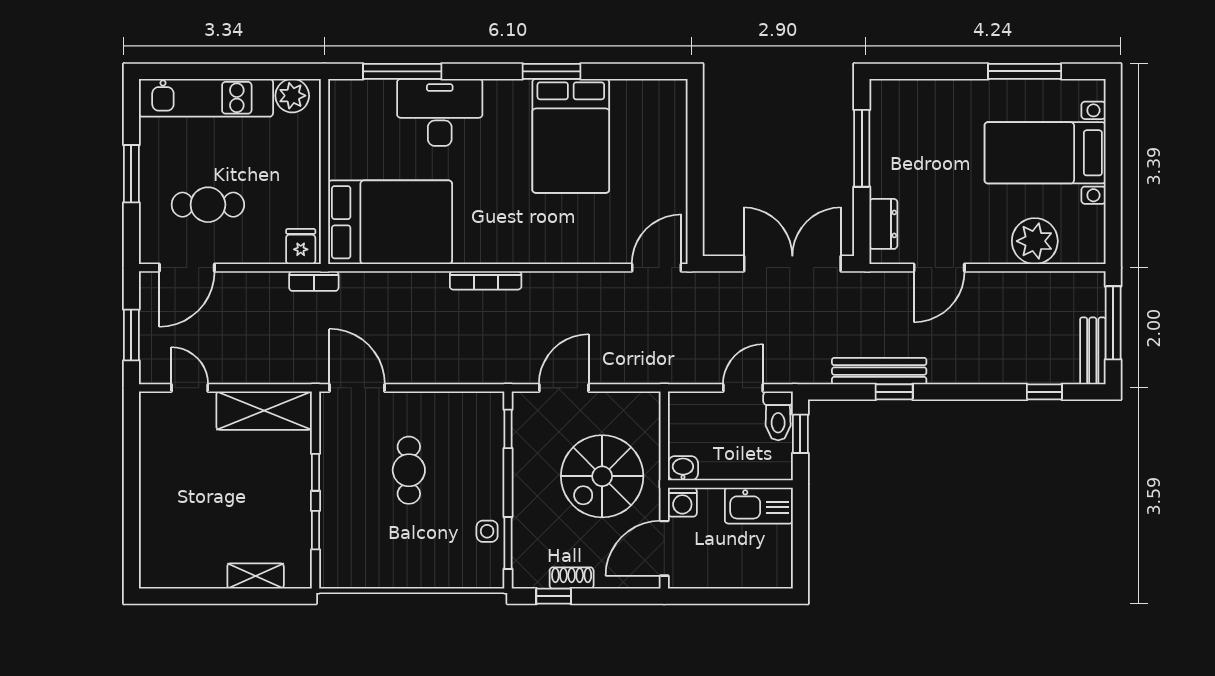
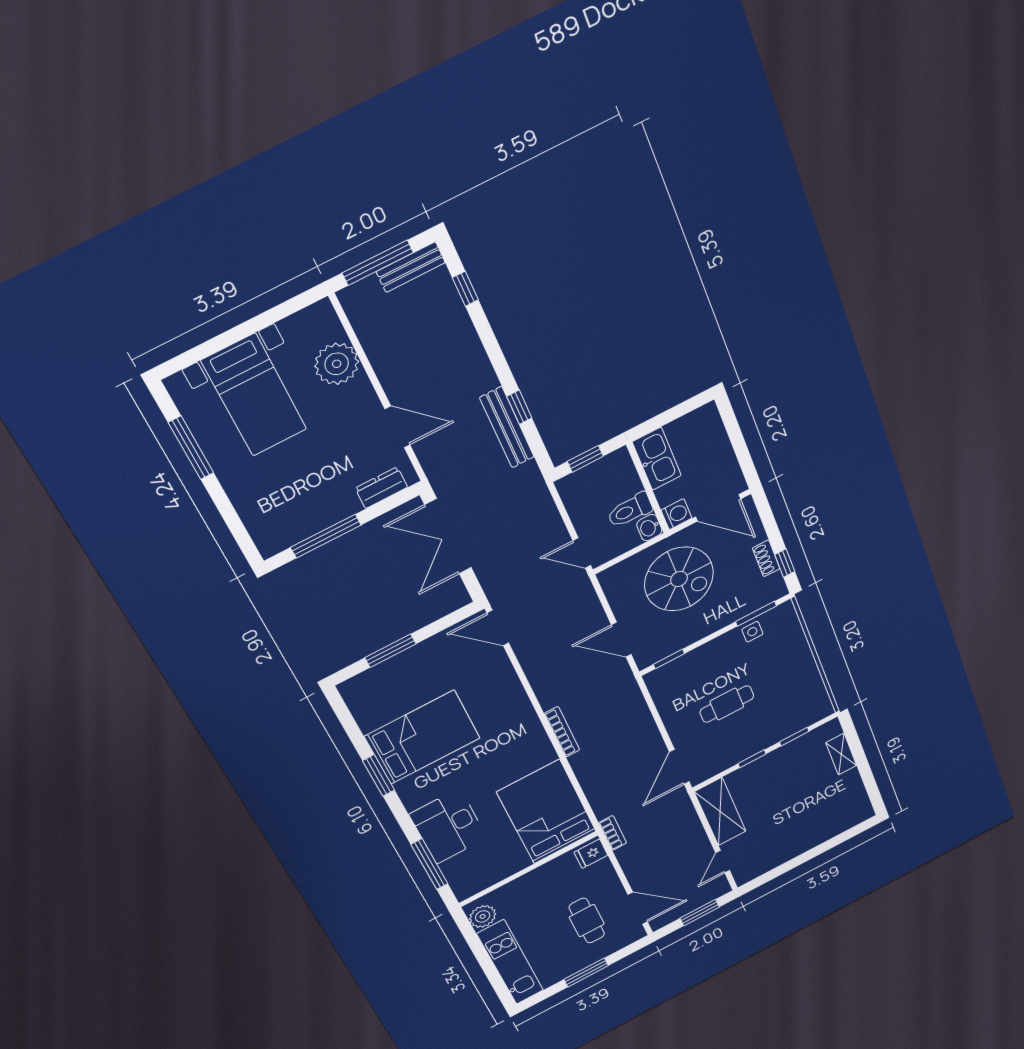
window: (695, 151) -> (390, 651), added
door: (743, 388) -> (582, 553), moved
toilet: (778, 416) -> (630, 510), moved, turned 180

